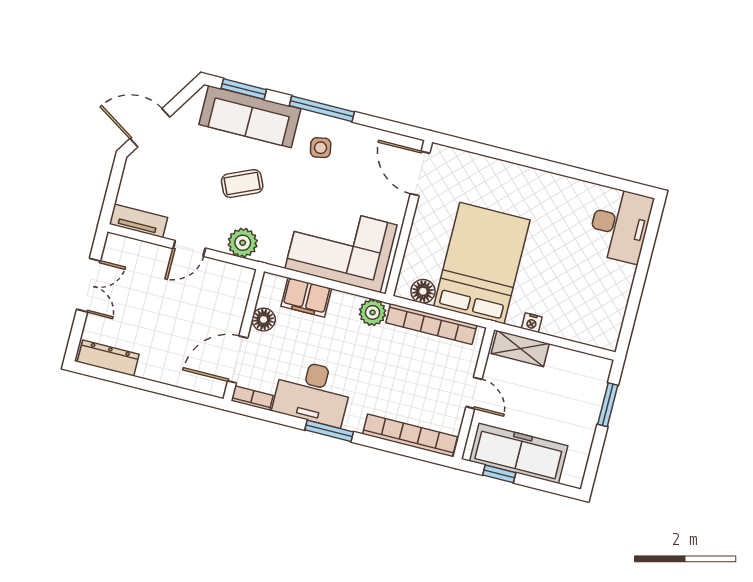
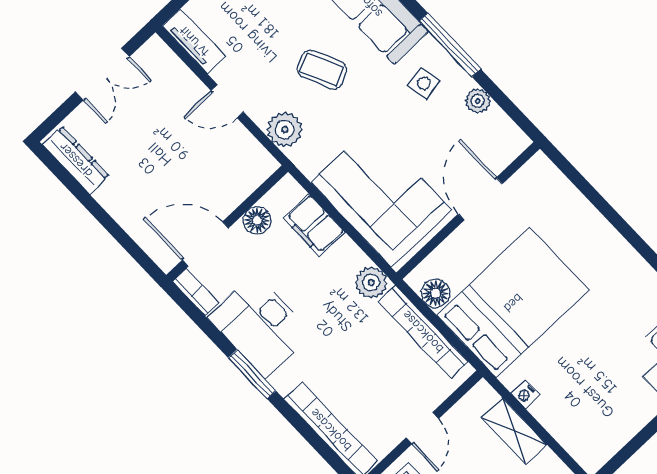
plant: (367, 136) -> (478, 101), added
door: (420, 174) -> (480, 199), moved
shelving: (520, 349) -> (514, 431), moved

